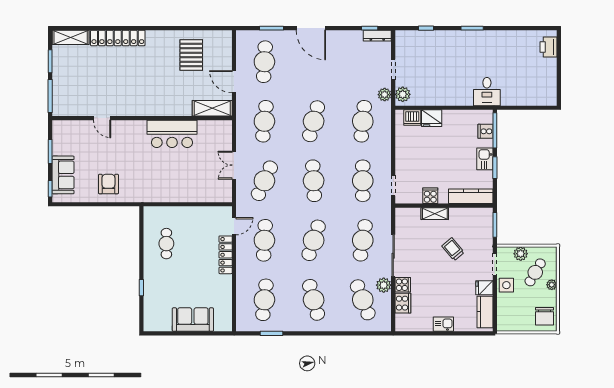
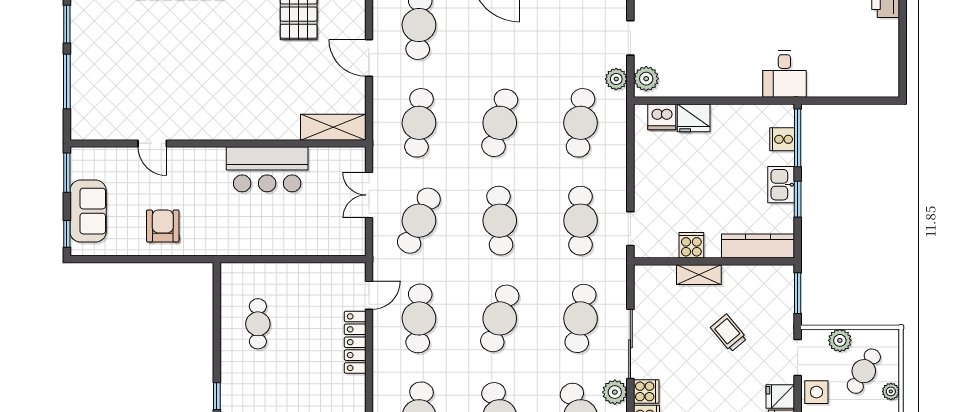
shelving: (212, 108) -> (333, 127), moved
door: (102, 118) -> (152, 143), moved
wall: (142, 118) -> (218, 143), moved
bar counter: (172, 134) -> (267, 169), moved

